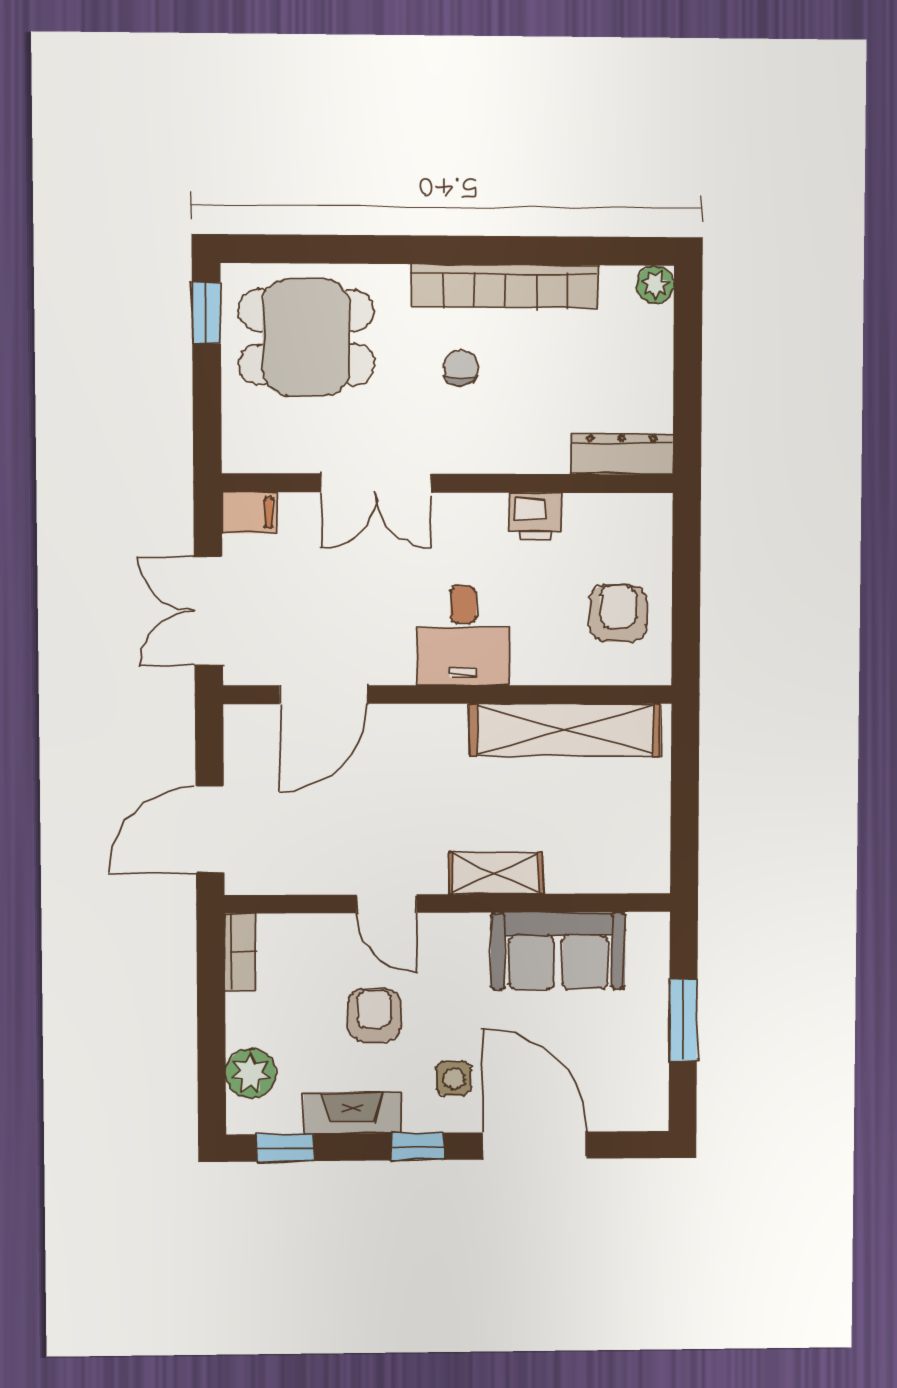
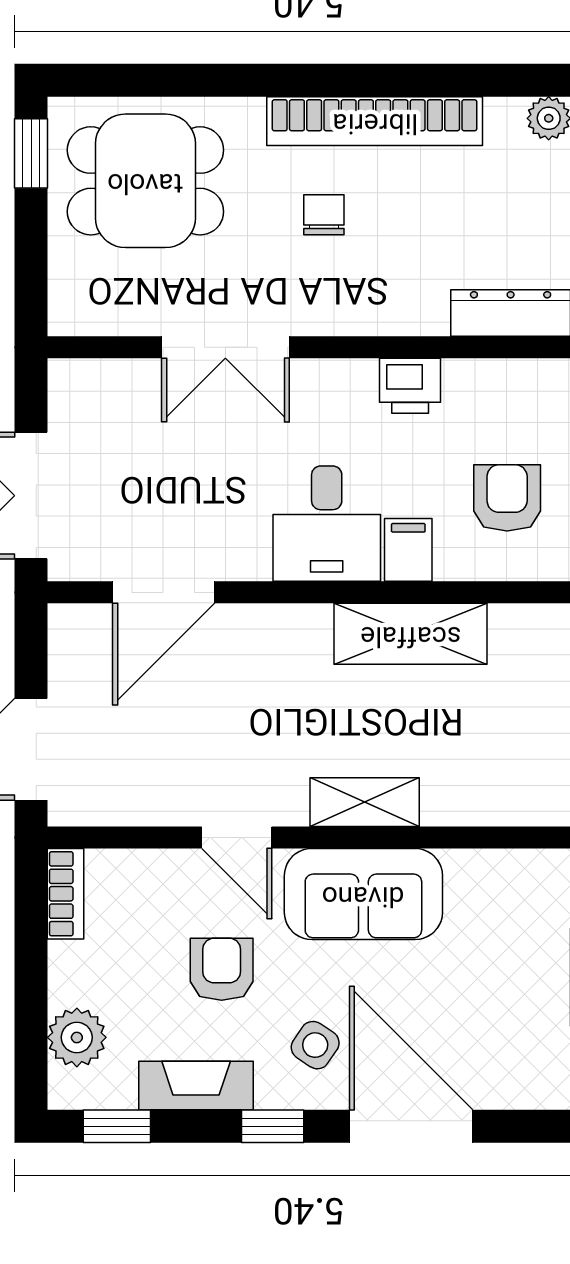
filing cabinet: (249, 513) -> (408, 550), moved, turned -90
shelving: (566, 730) -> (411, 634), width x0.68
sofa: (558, 951) -> (363, 894), moved
side table: (454, 1078) -> (315, 1045), turned 34

